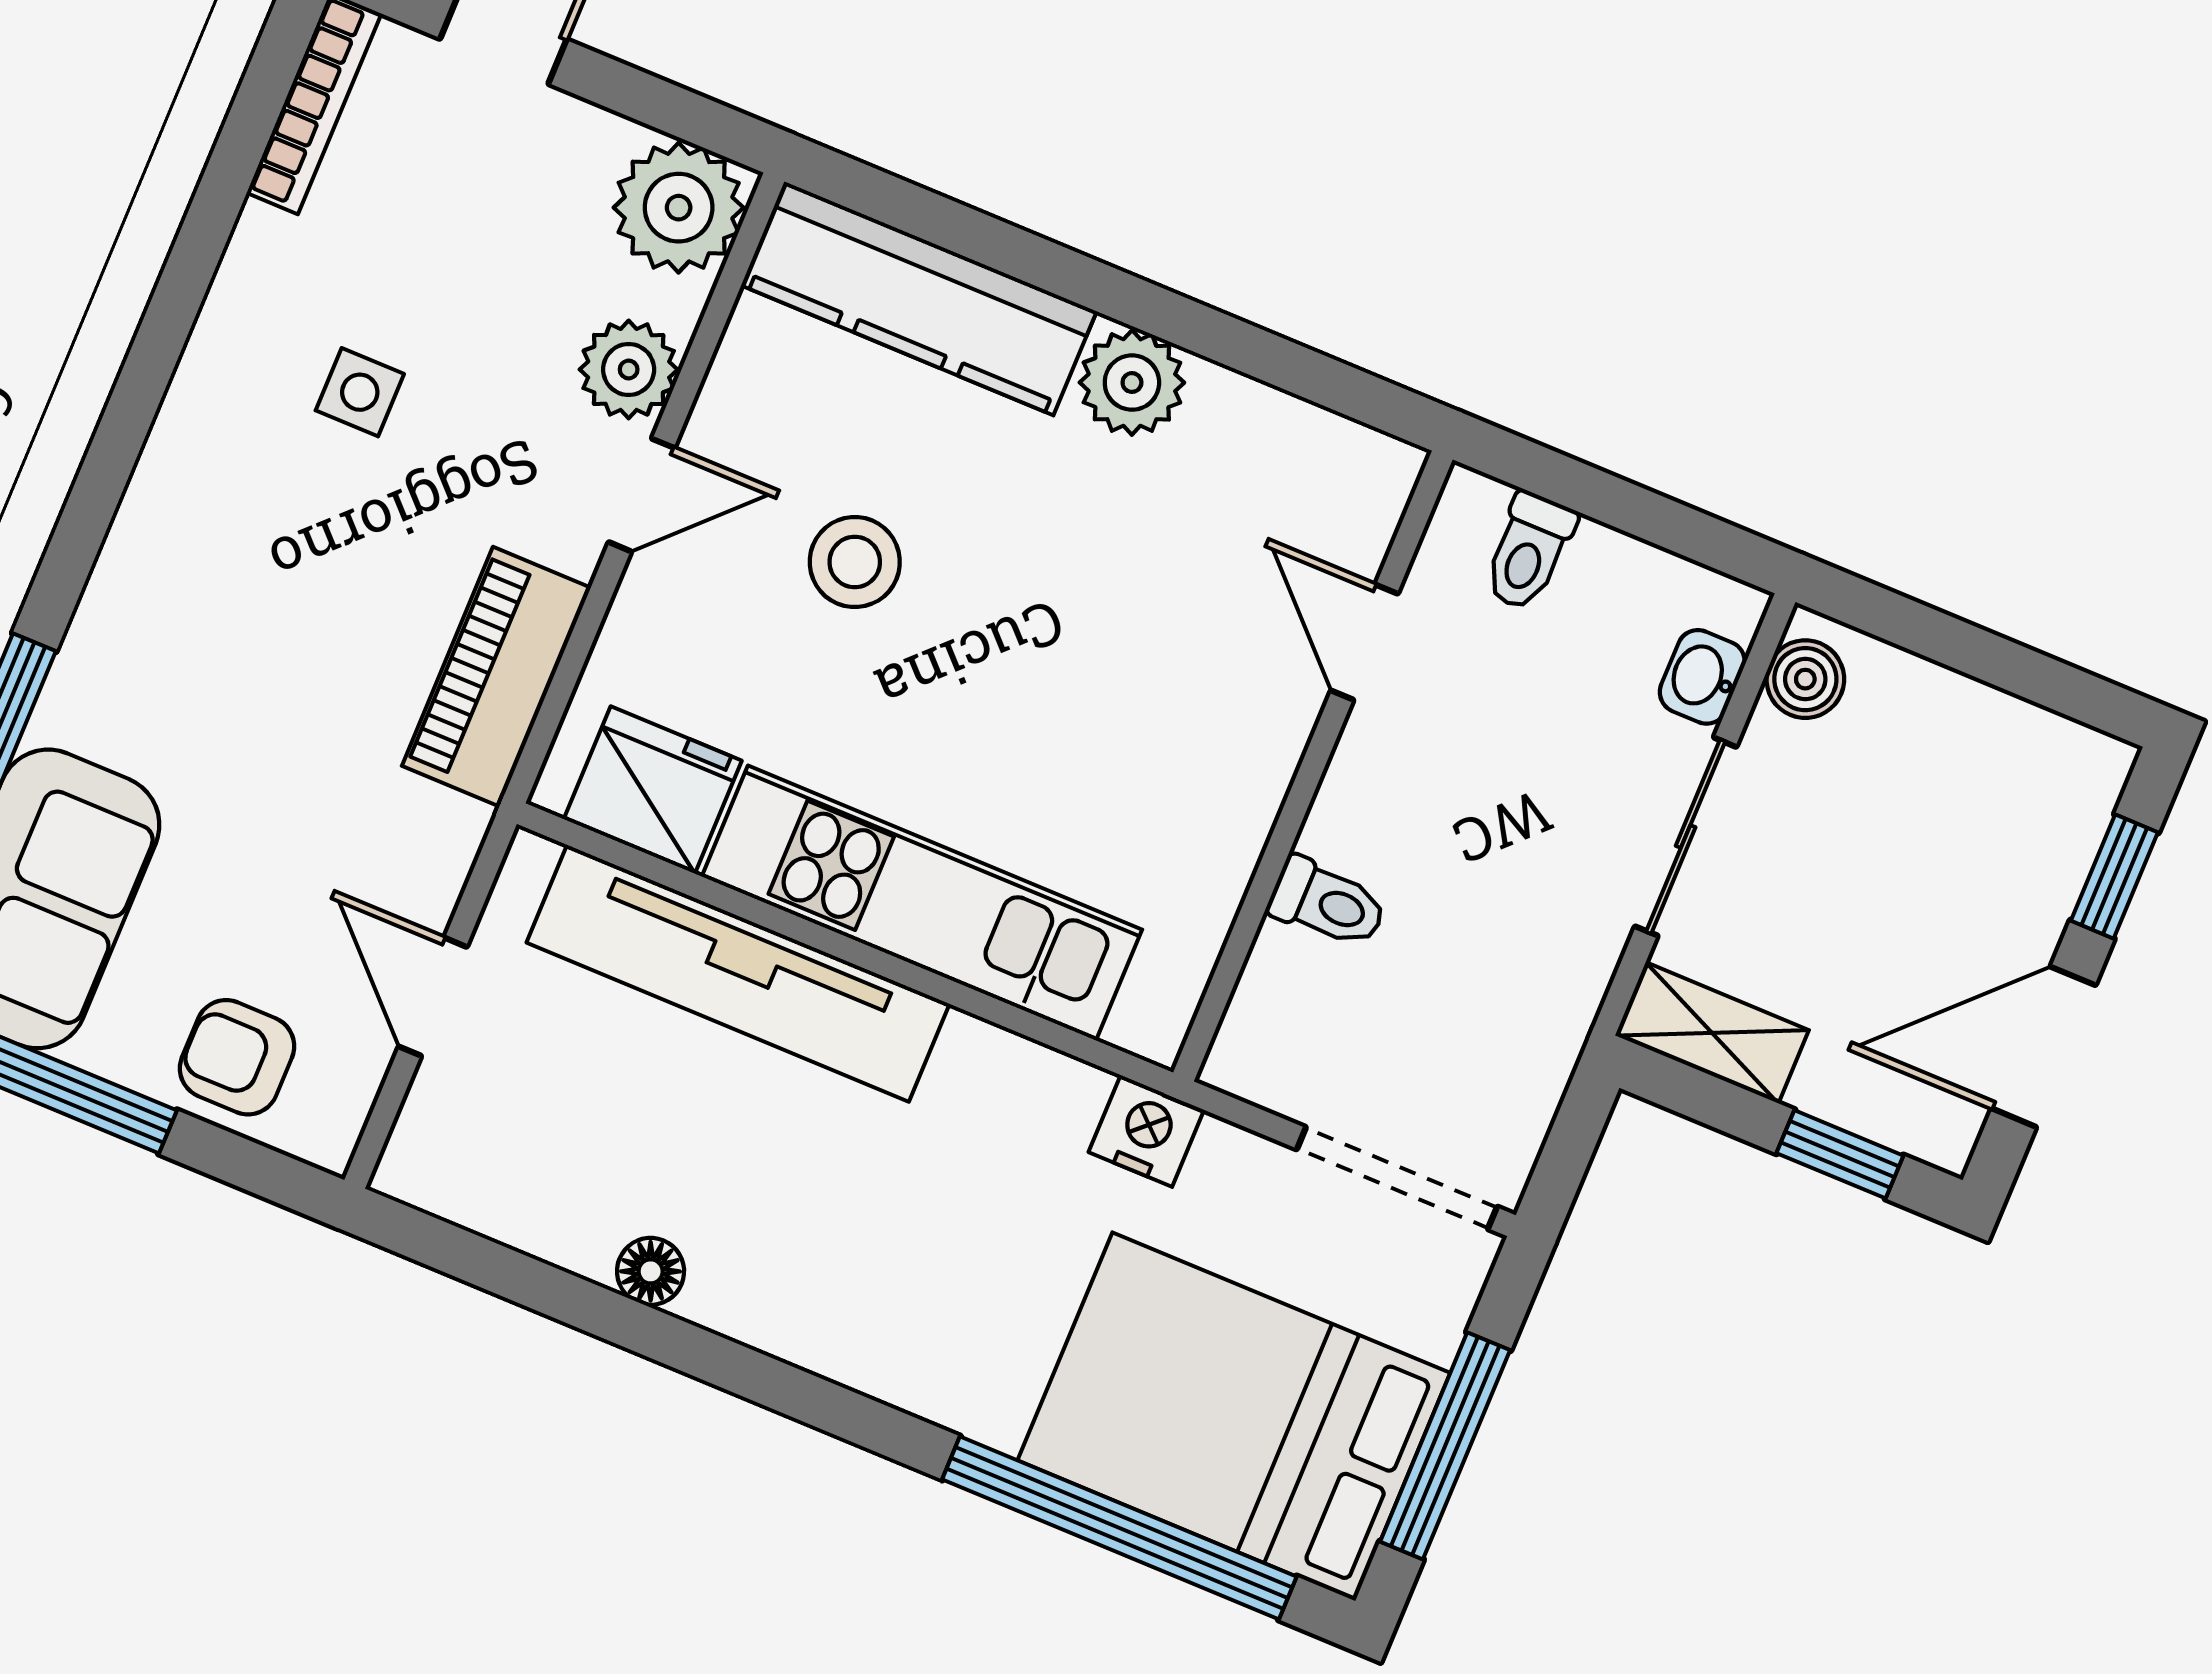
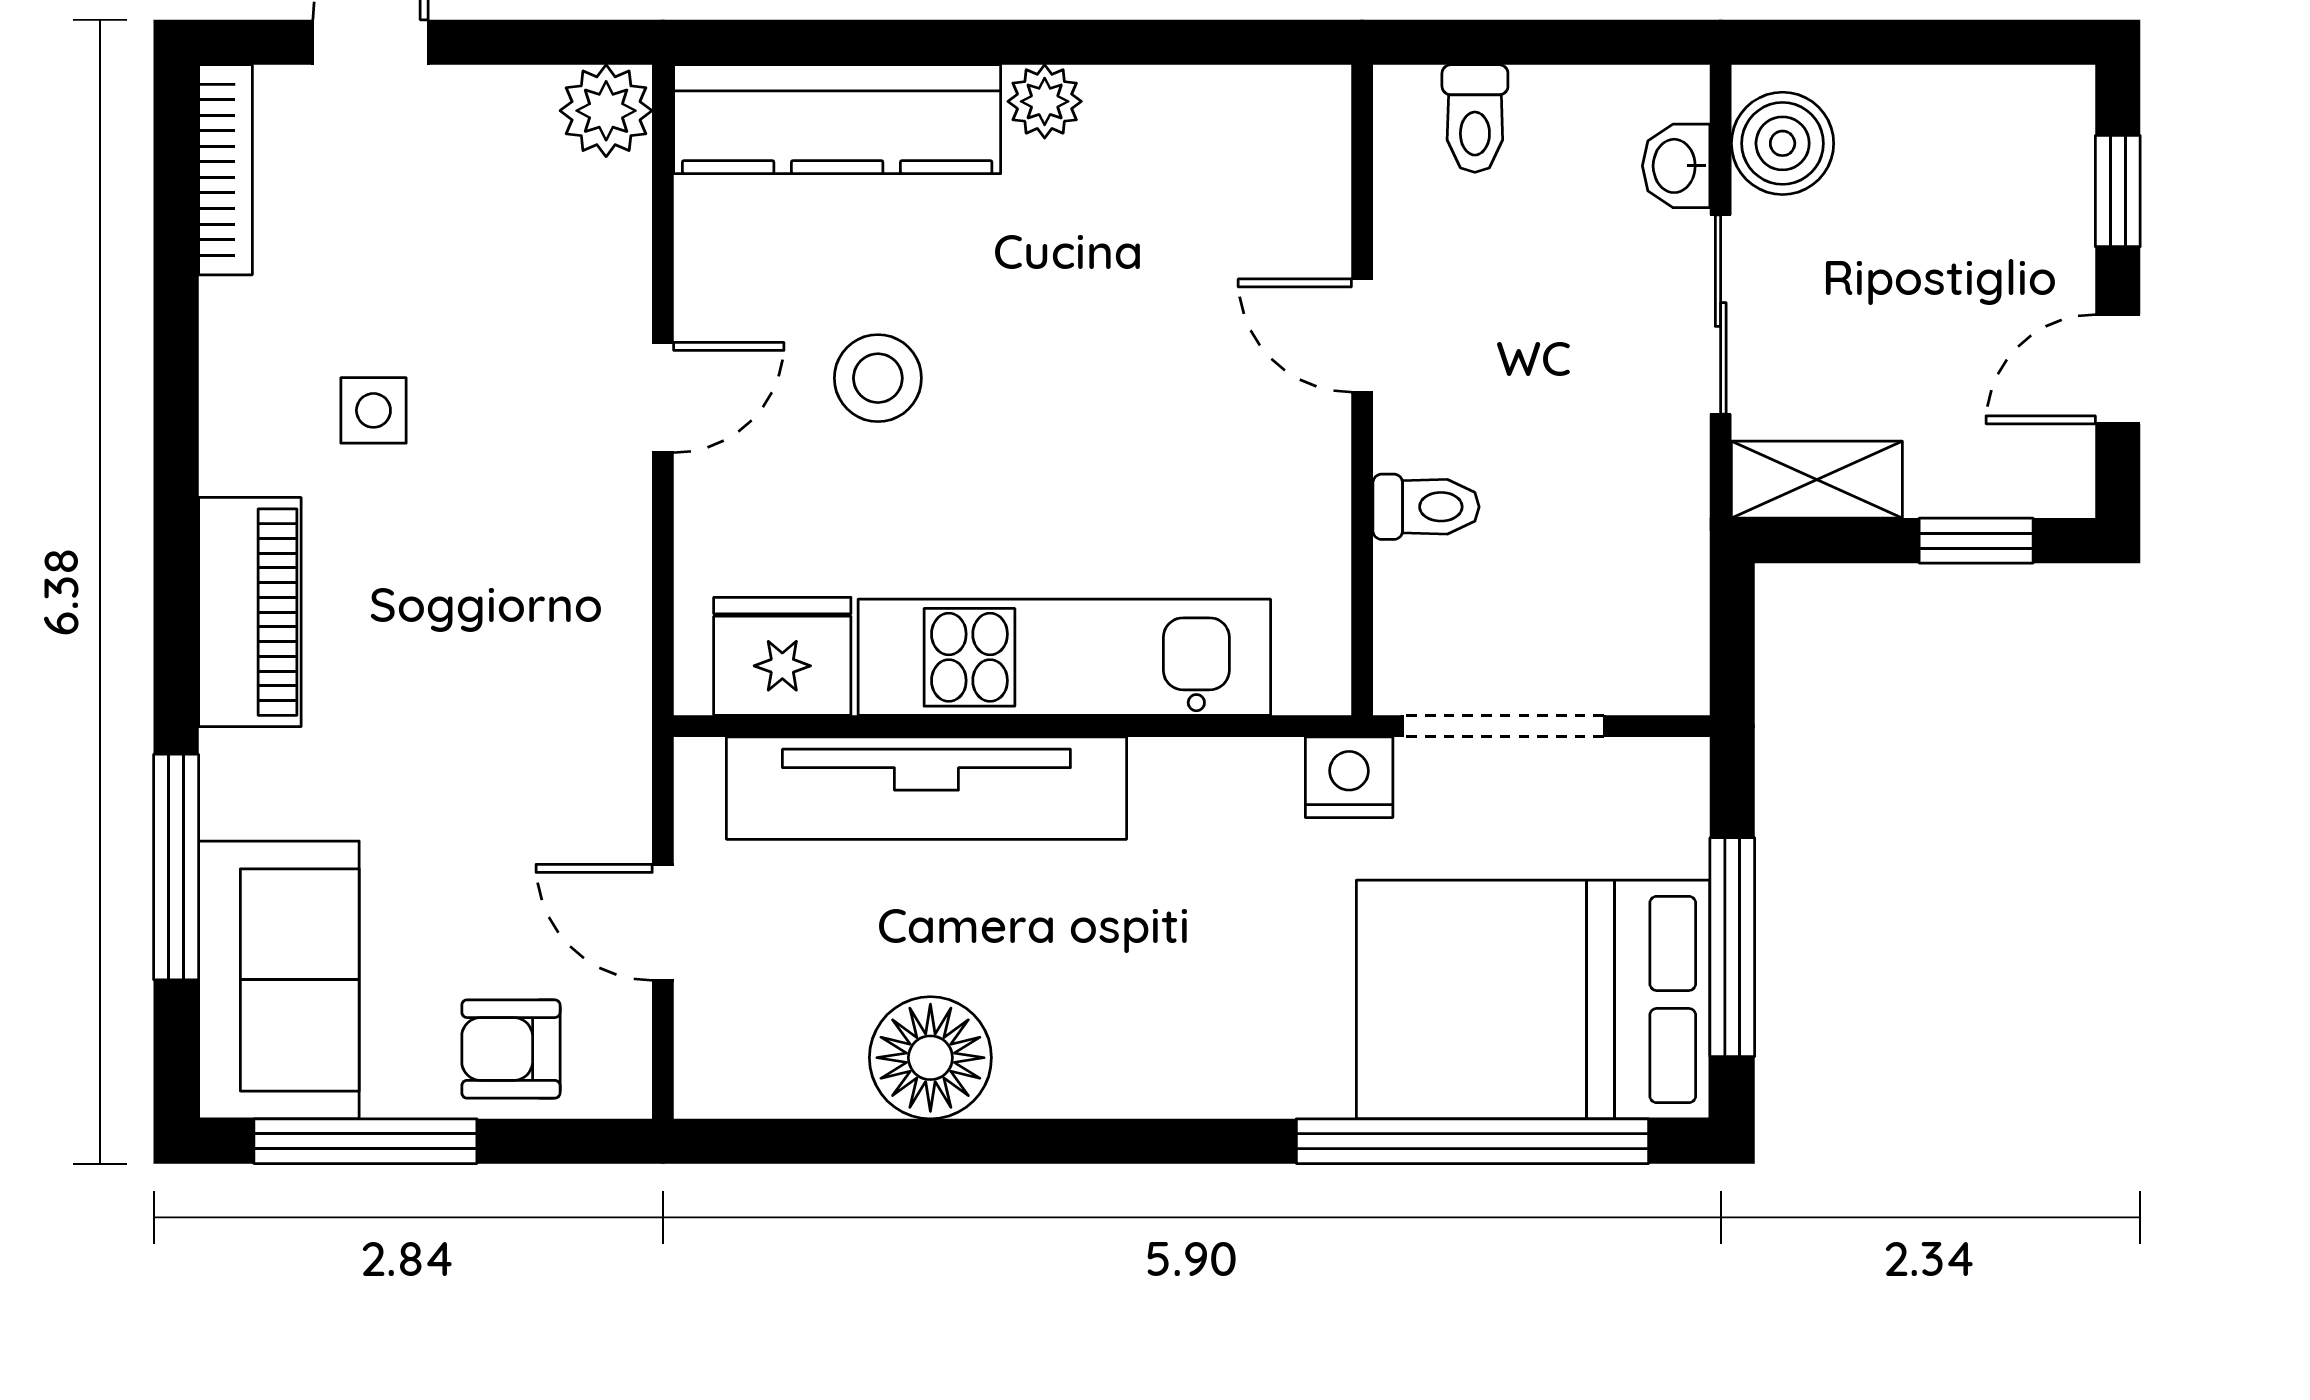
plant: (679, 208) -> (606, 111), width x0.73, depth x0.73
plant: (629, 369) -> (605, 290), removed
plant: (1132, 383) -> (1045, 101), width x0.73, depth x0.73
door: (1364, 642) -> (1362, 335), moved
piano: (496, 677) -> (250, 612), moved, turned 180
boiler: (1805, 679) -> (1783, 143), width x1.36, depth x1.36
door: (2043, 1047) -> (2118, 369), width x0.73
doorway: (1397, 1178) -> (1503, 726), moved
floor lamp: (651, 1271) -> (930, 1058), width x1.89, depth x1.89

